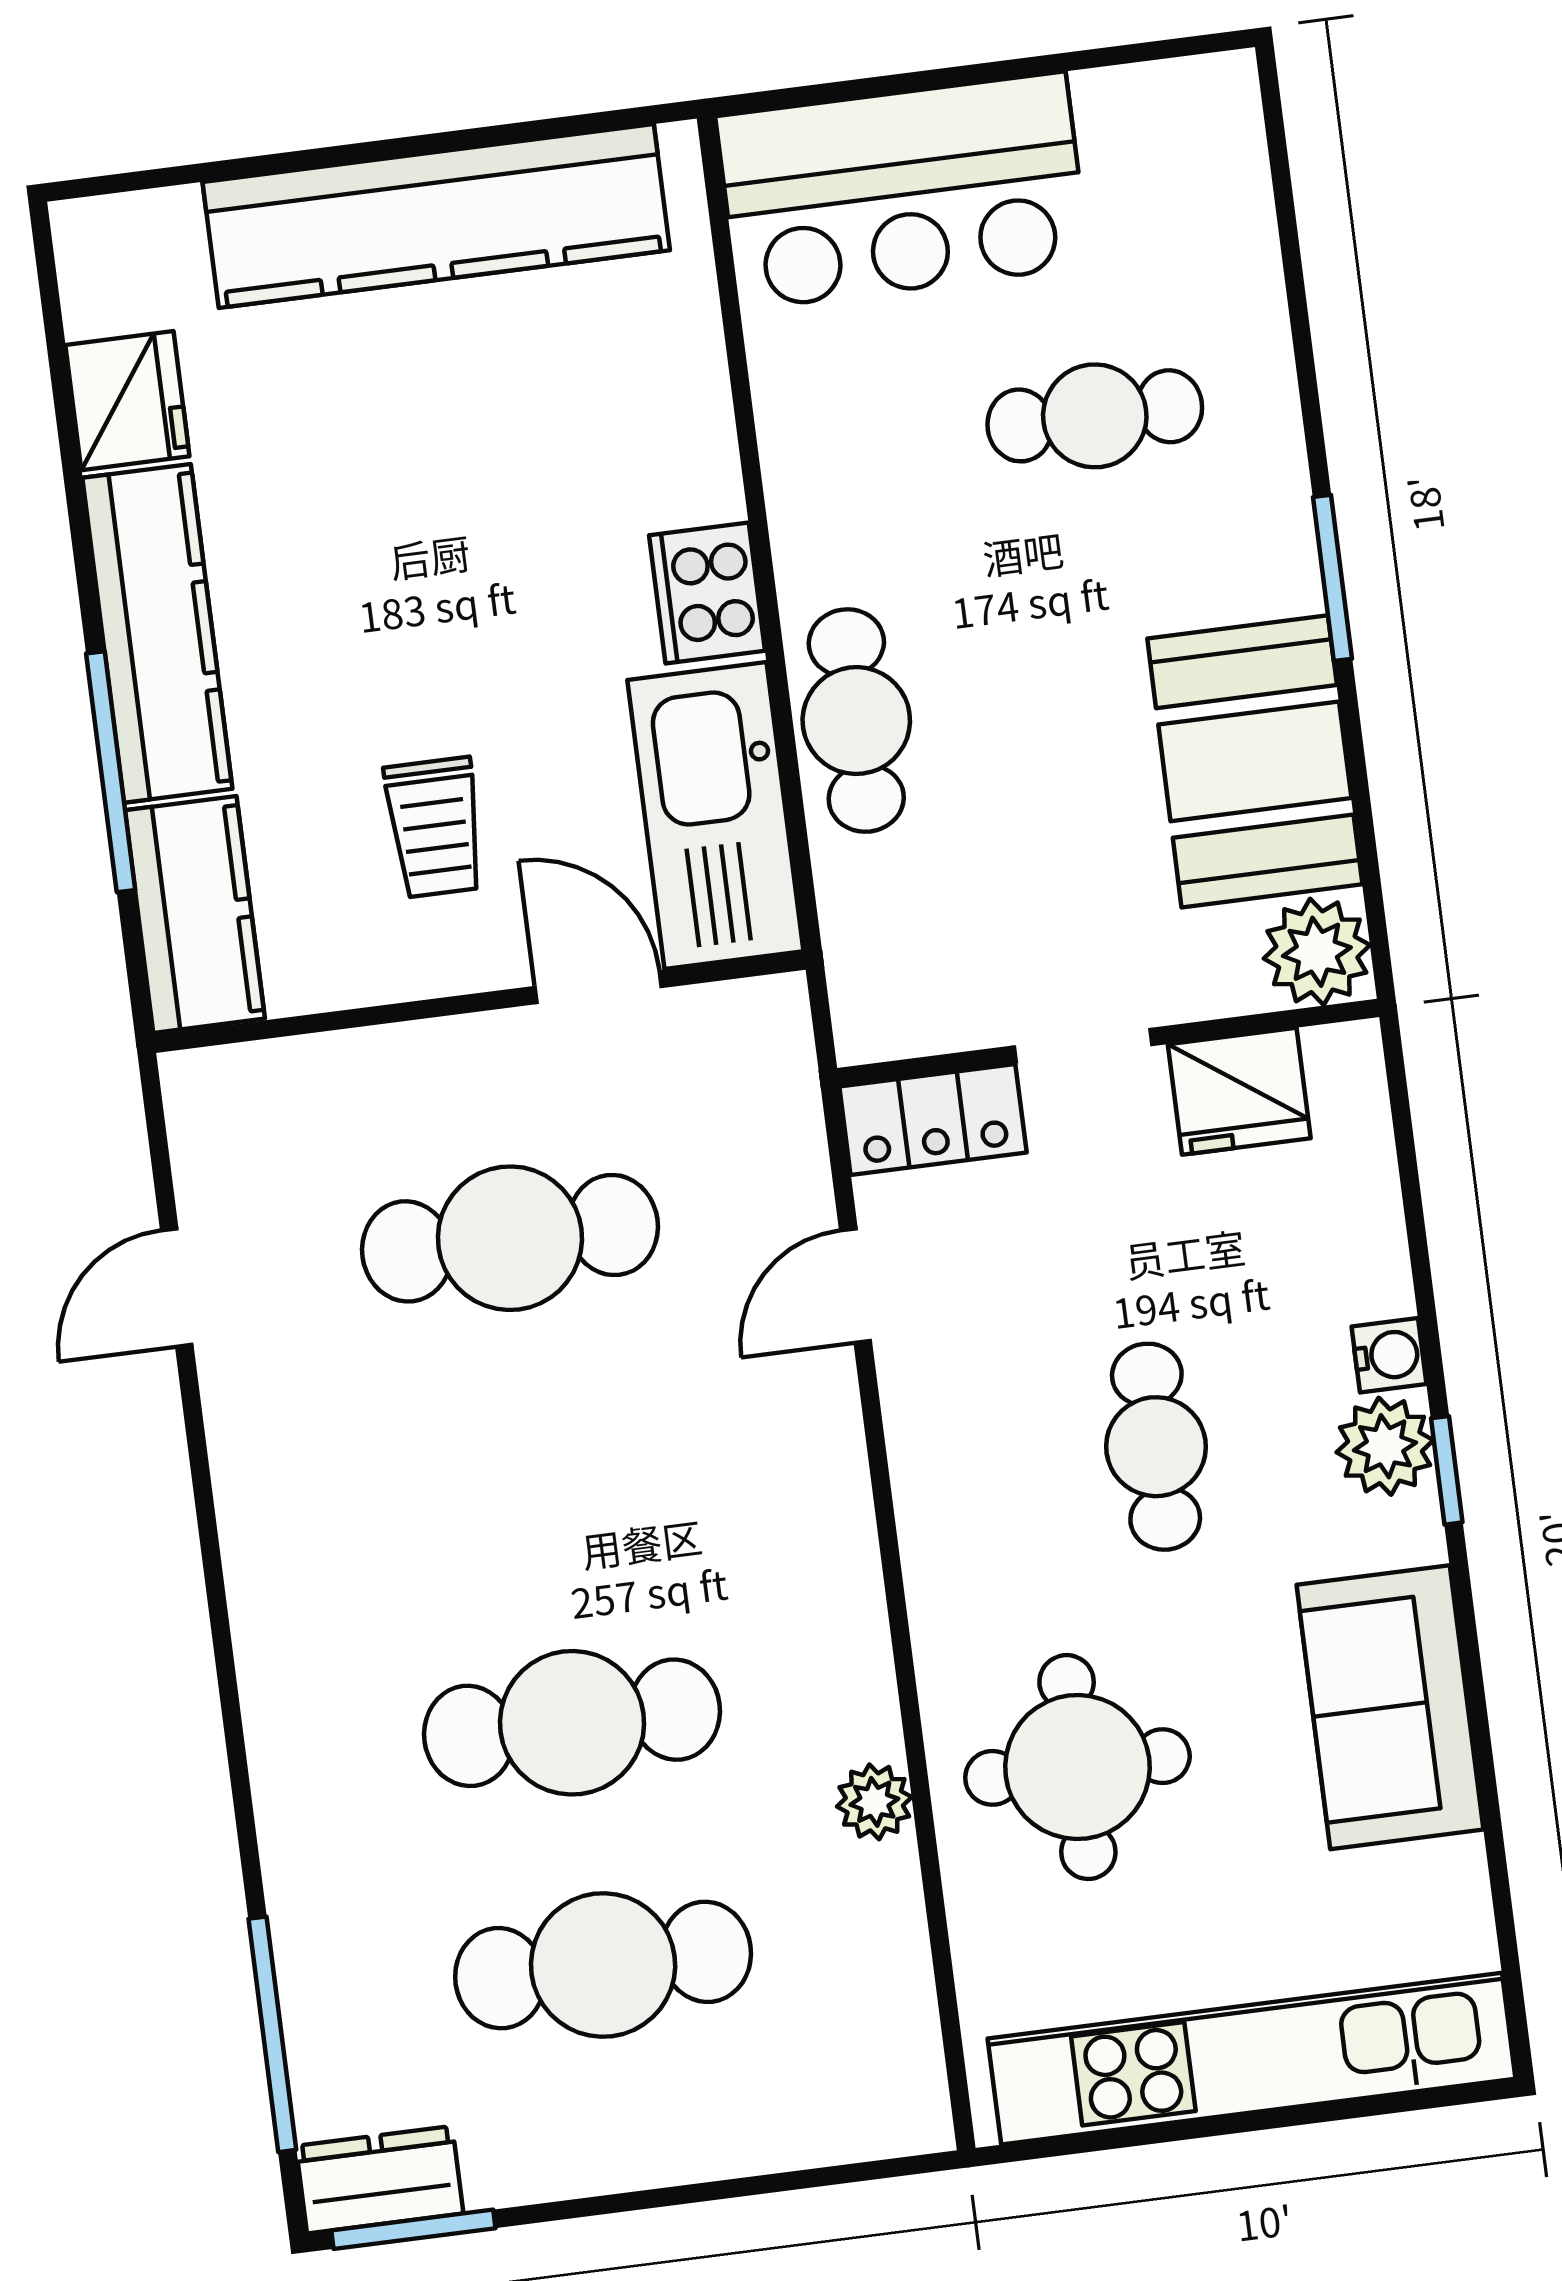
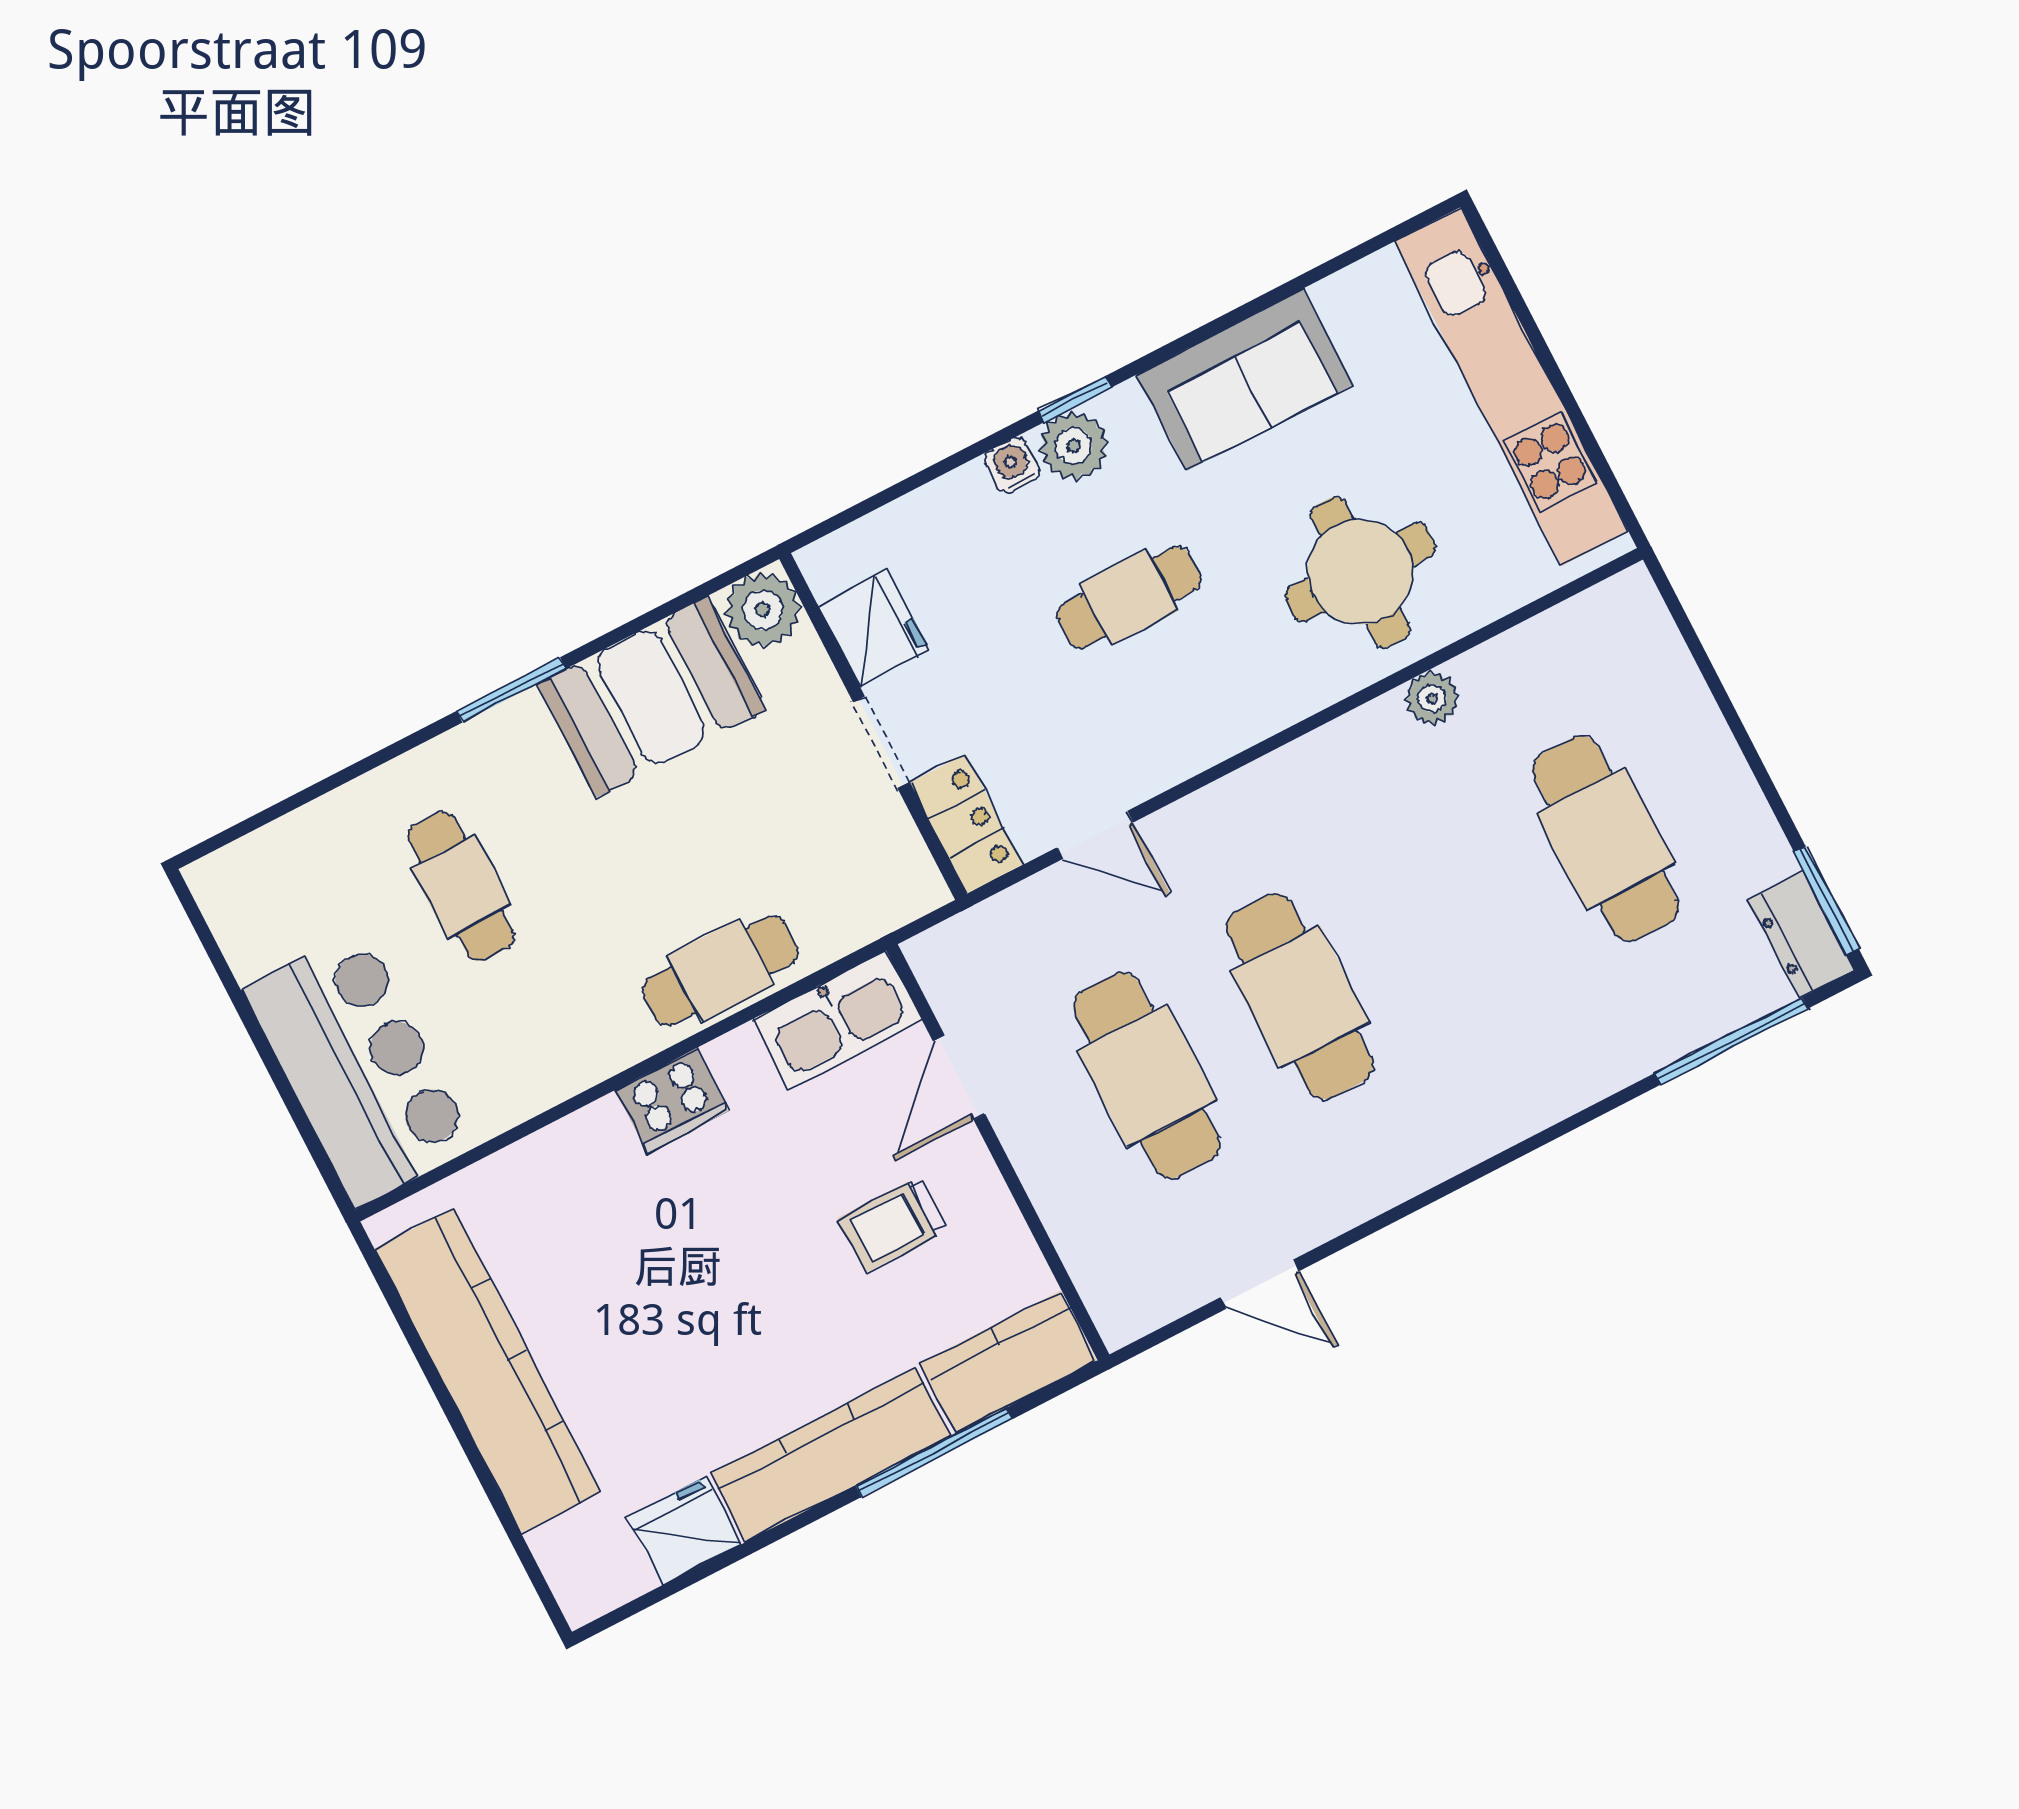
kitchen sink: (715, 816) -> (837, 1020), width x0.73, depth x0.81
trolley: (435, 827) -> (893, 1224), turned 180
cafe table: (572, 1723) -> (1300, 996), moved

